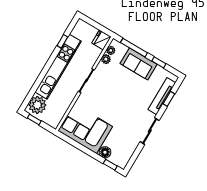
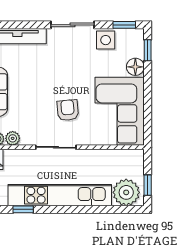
window: (169, 99) -> (124, 25), moved
armchair: (103, 100) -> (68, 110), added
side table: (130, 145) -> (106, 40), added

